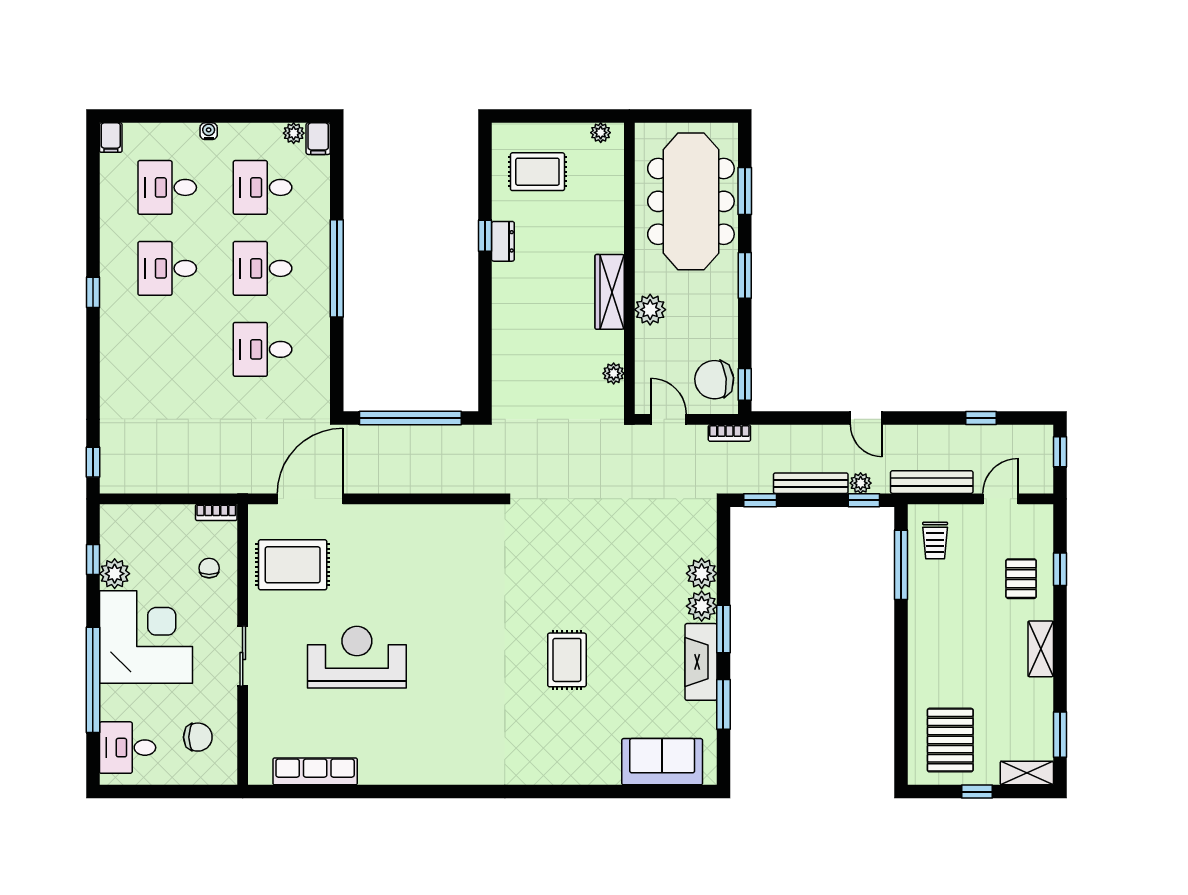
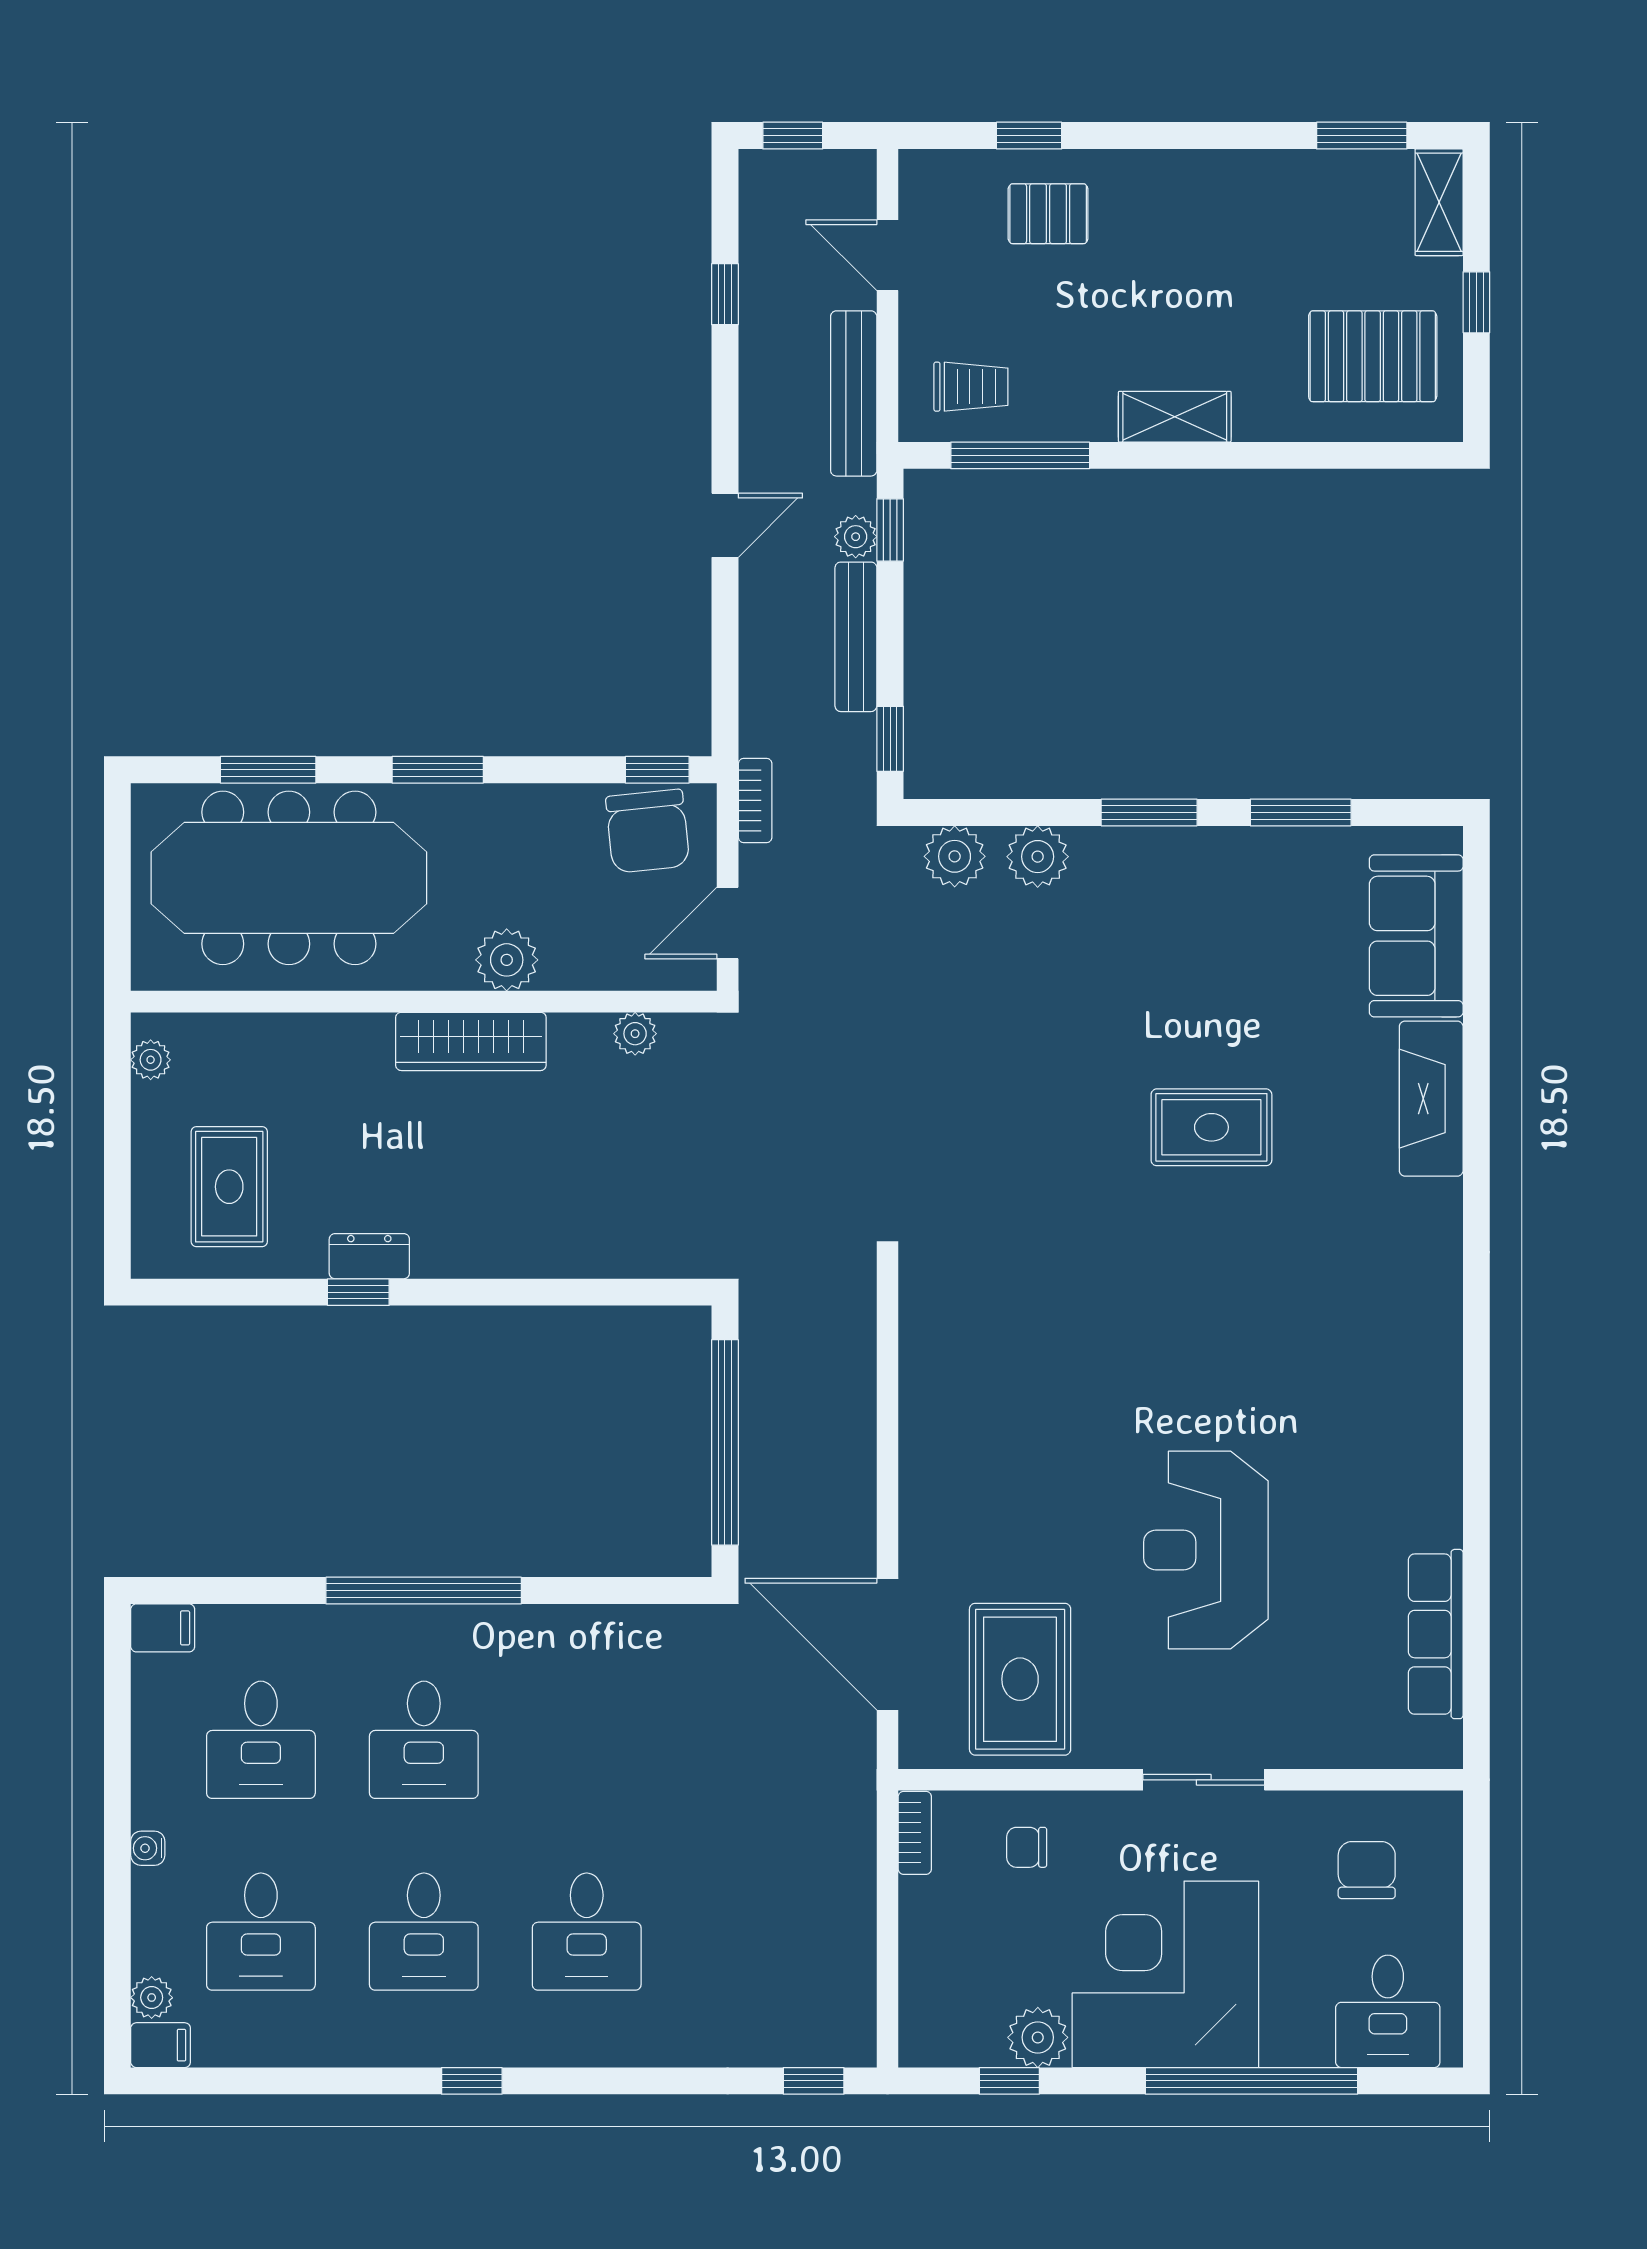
plant: (294, 133) -> (152, 1998), moved
desk: (263, 349) -> (587, 1932), moved
plant: (702, 606) -> (955, 856), moved
shelving: (1041, 649) -> (1175, 417), moved
fireplace: (701, 662) -> (1431, 1099), moved, turned 90

